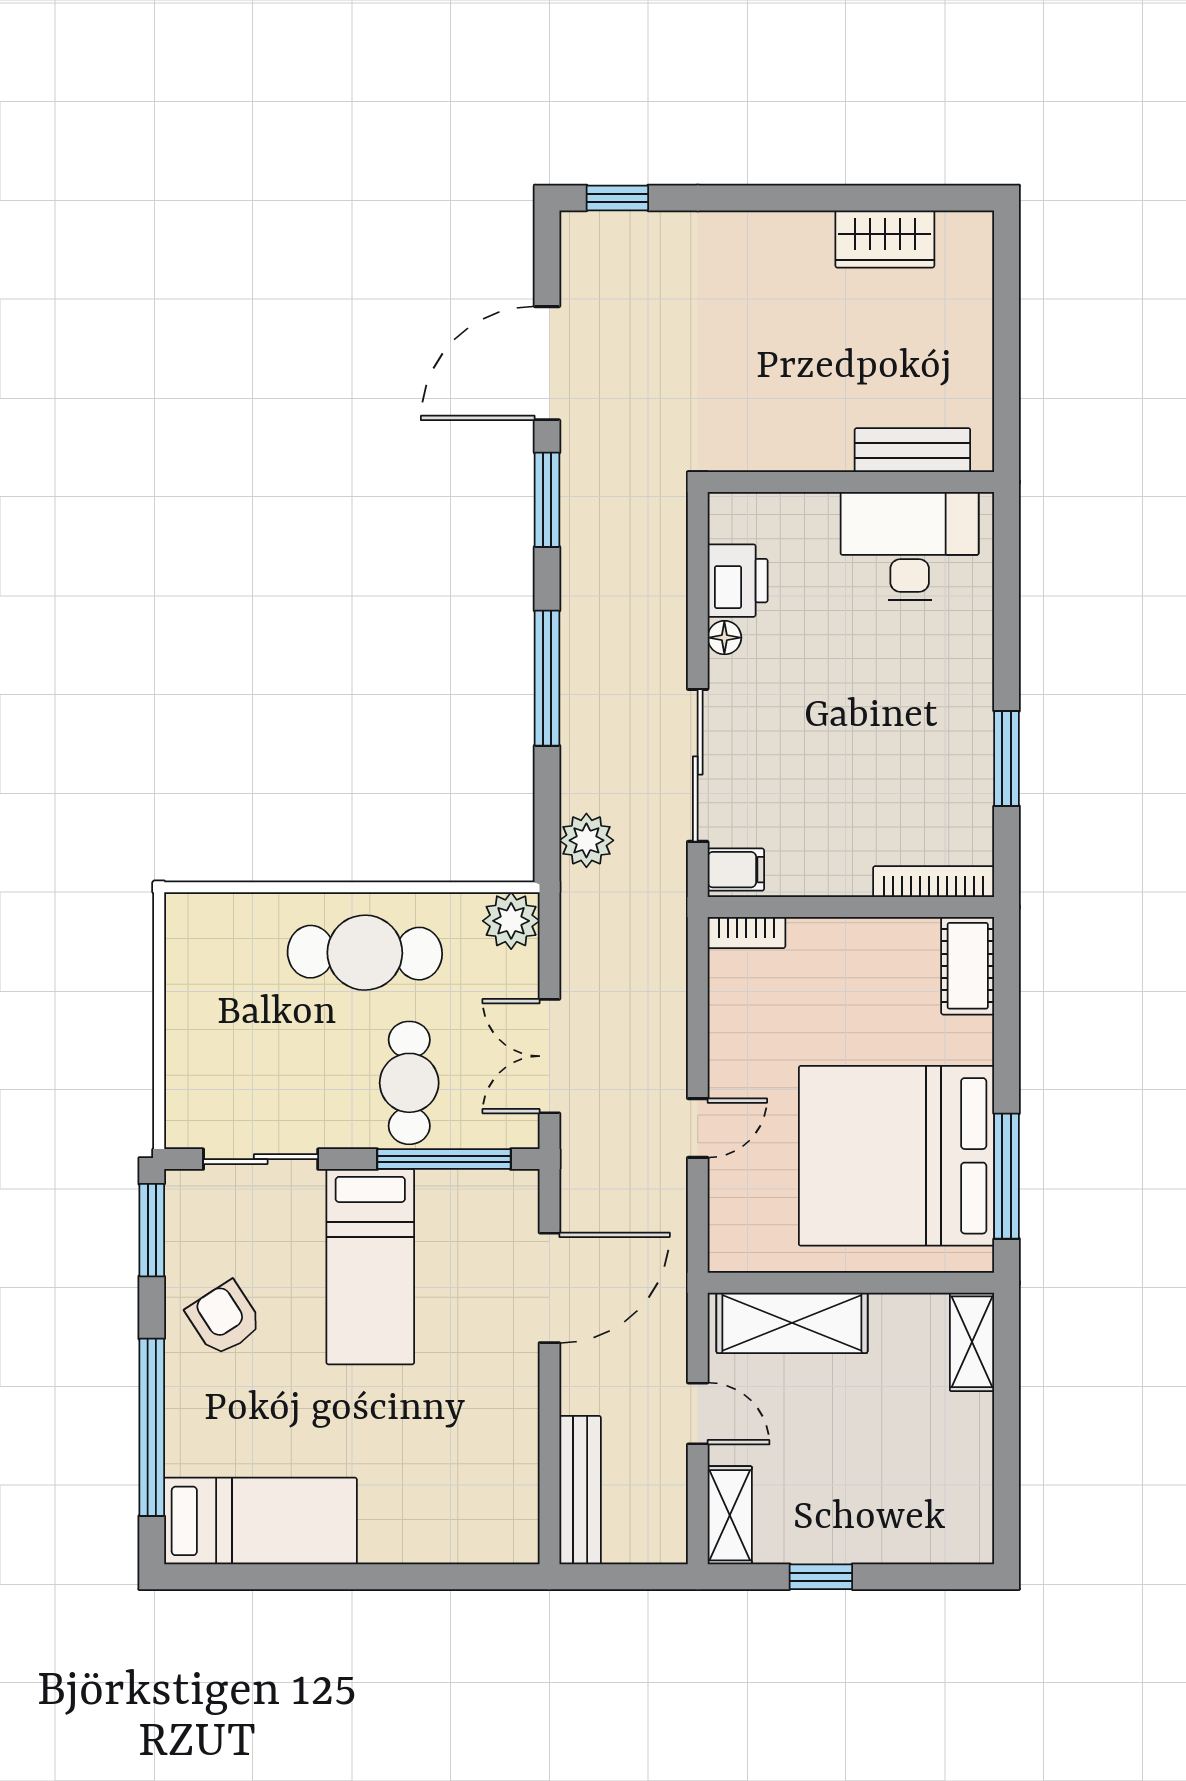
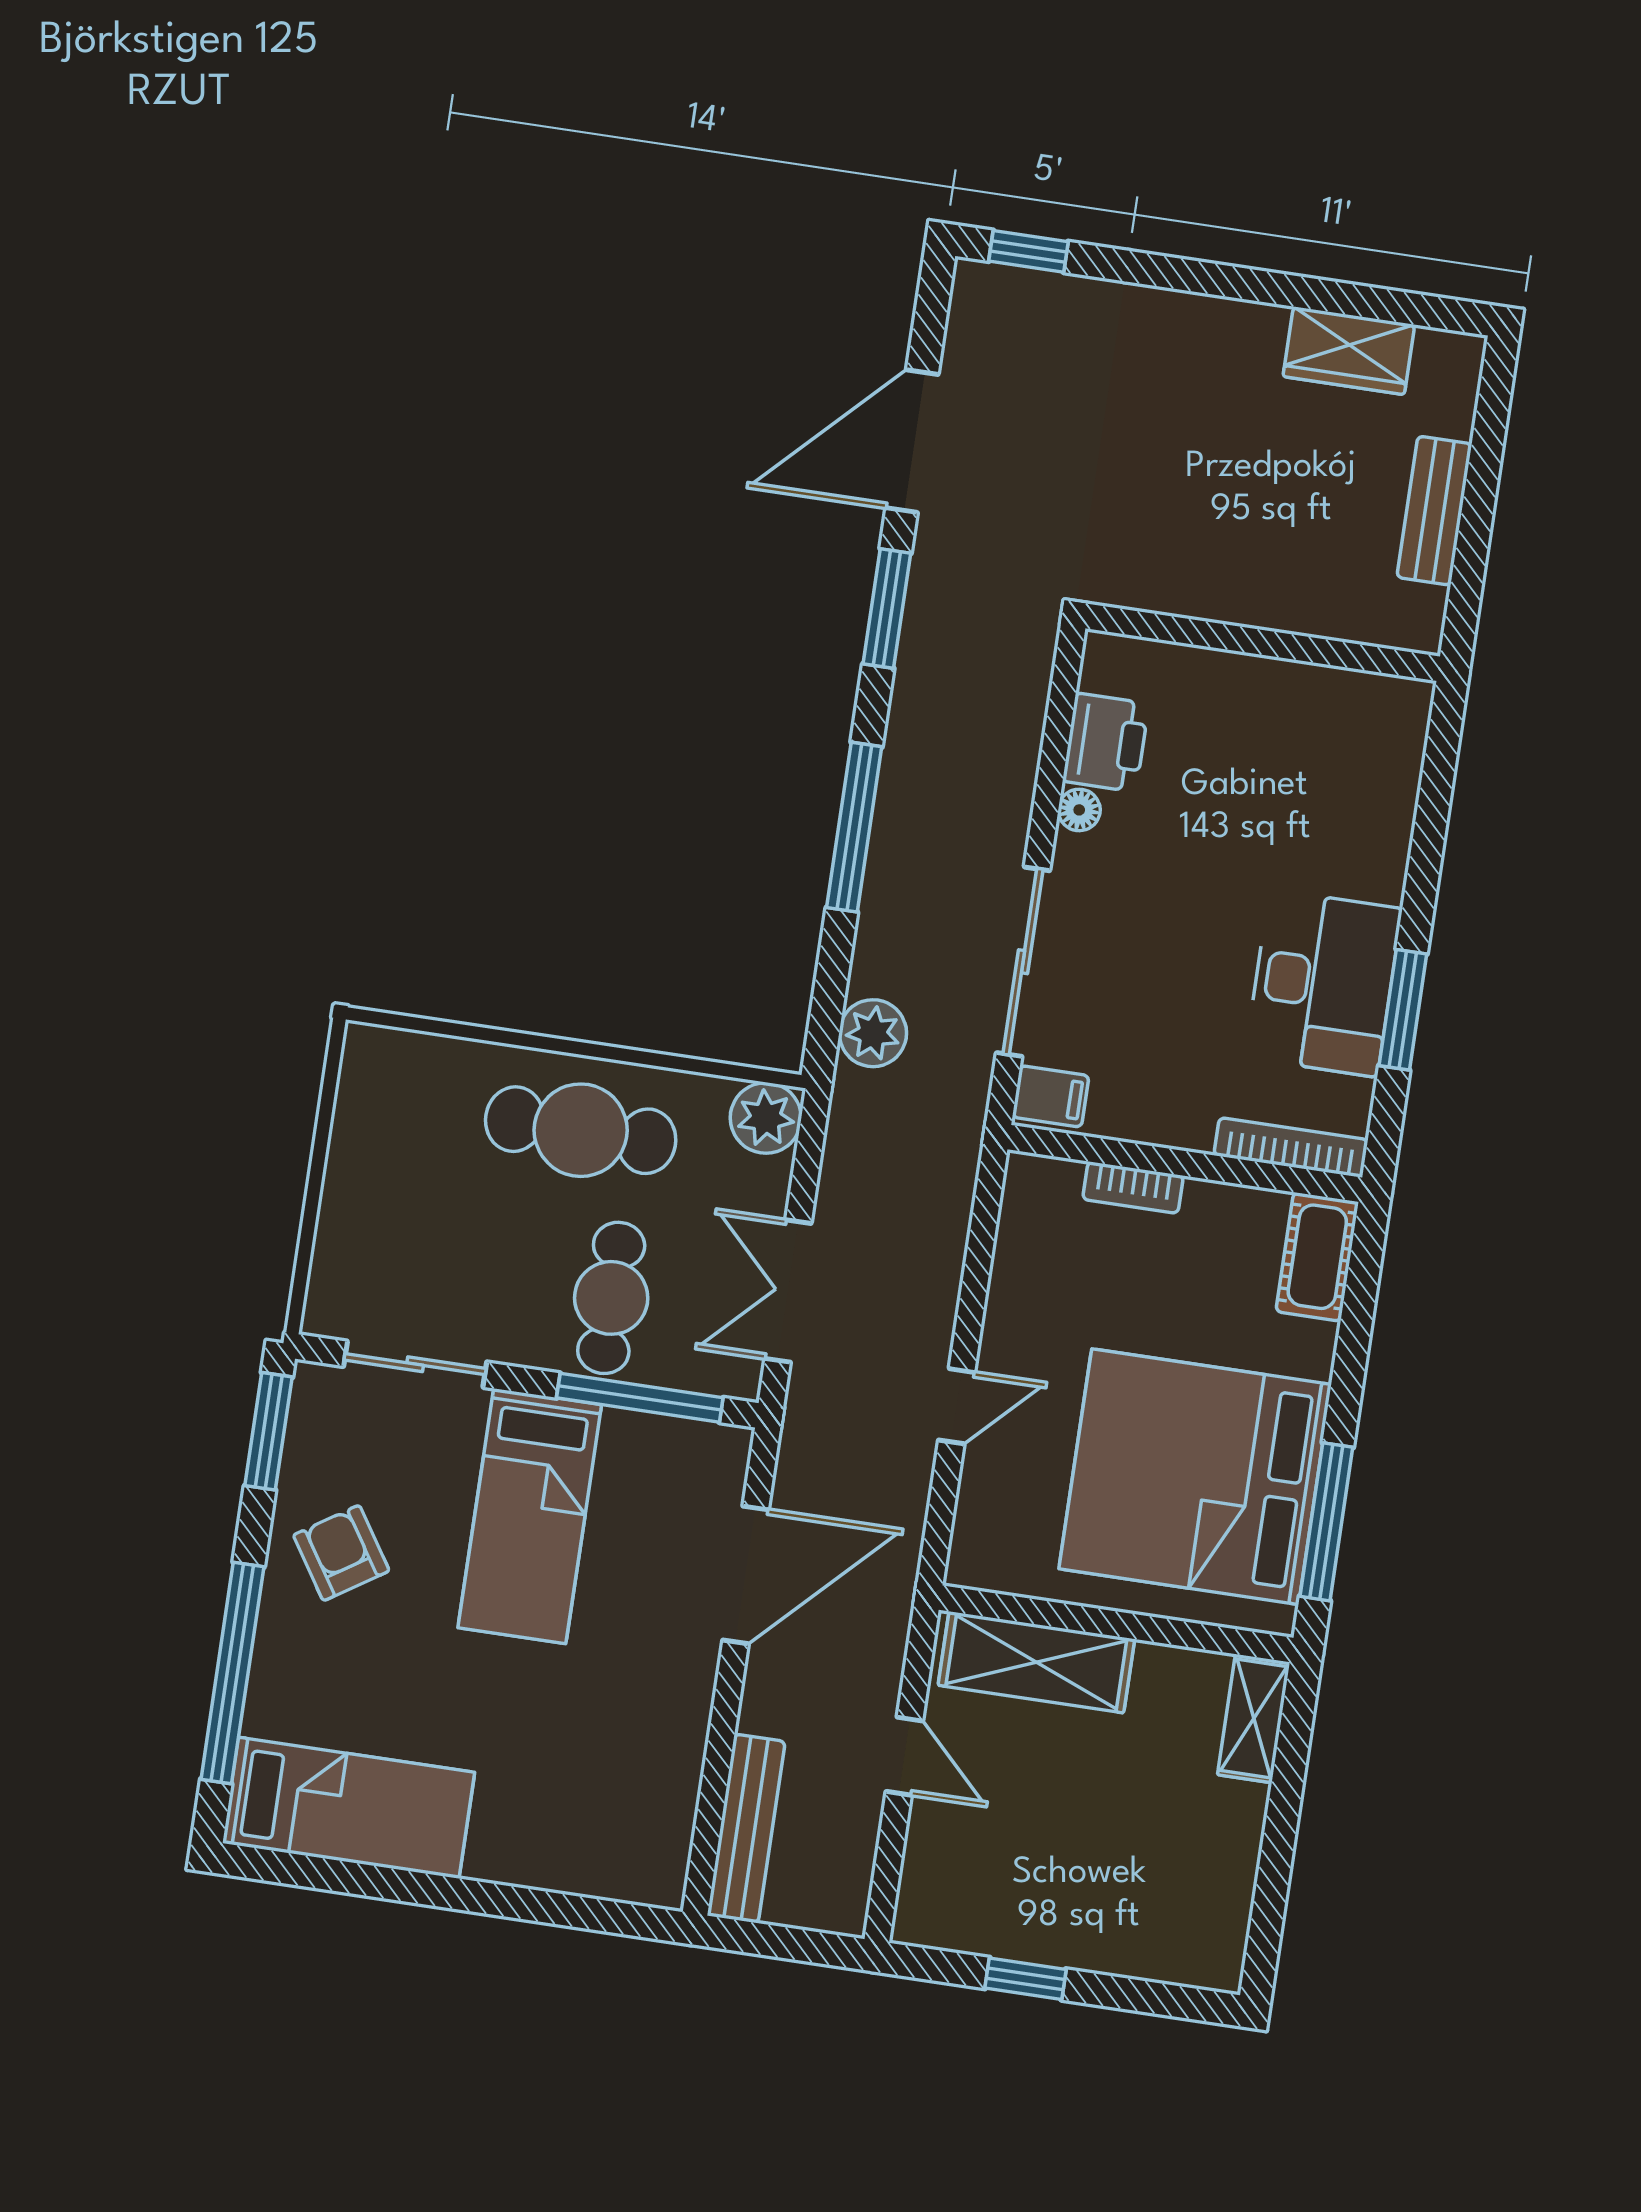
bench: (912, 450) -> (1434, 511), moved, turned 90
desk: (910, 546) -> (1323, 983), moved, turned 90
bookcase: (746, 932) -> (1133, 1188), moved
shelving: (730, 1515) -> (925, 1887), removed

